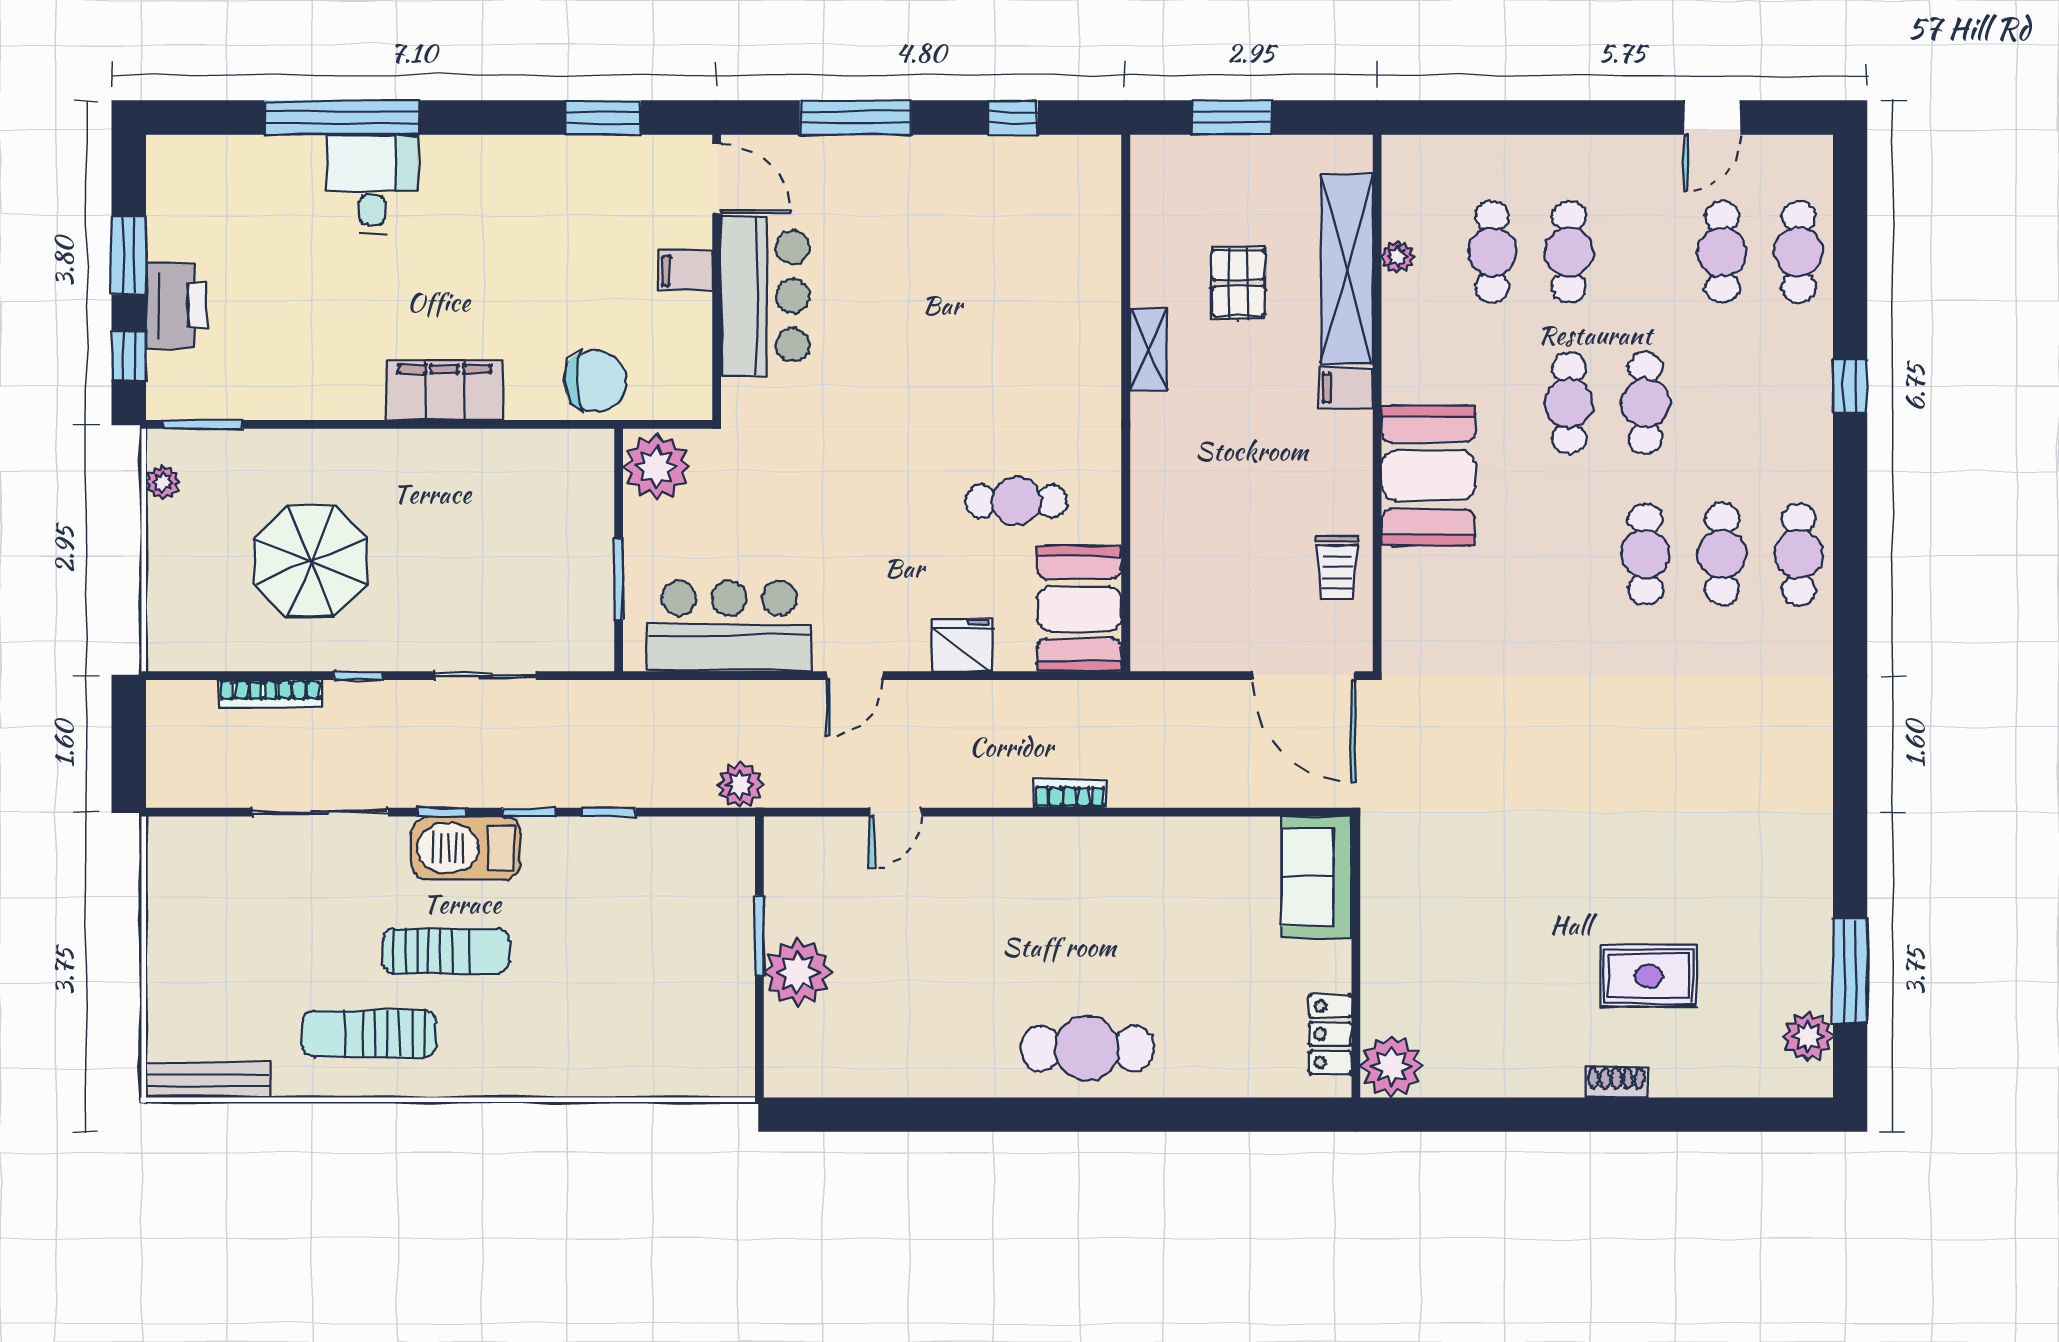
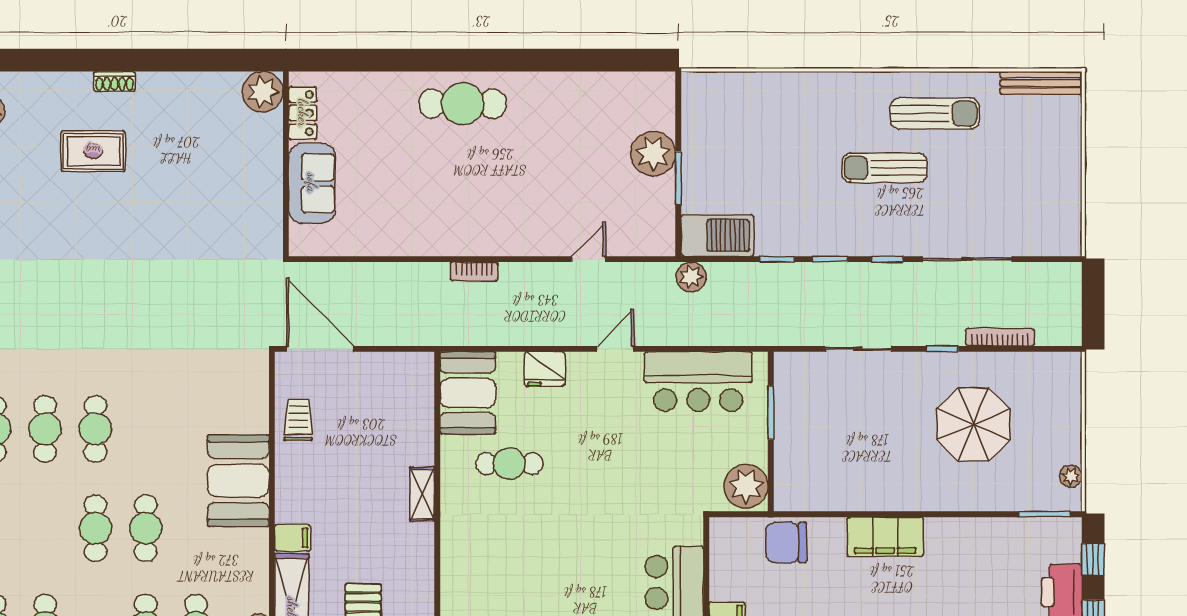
shelving: (1149, 349) -> (422, 494), moved
barbecue: (466, 848) -> (717, 235), moved
sofa: (1316, 877) -> (312, 183), moved

